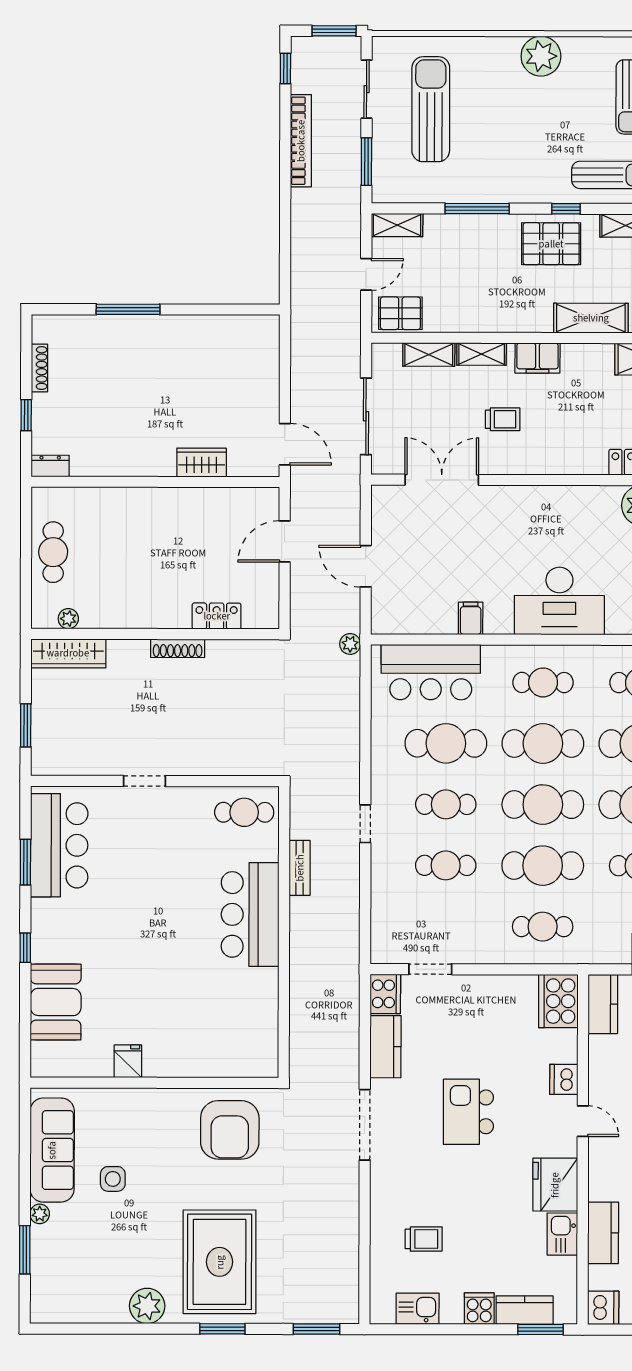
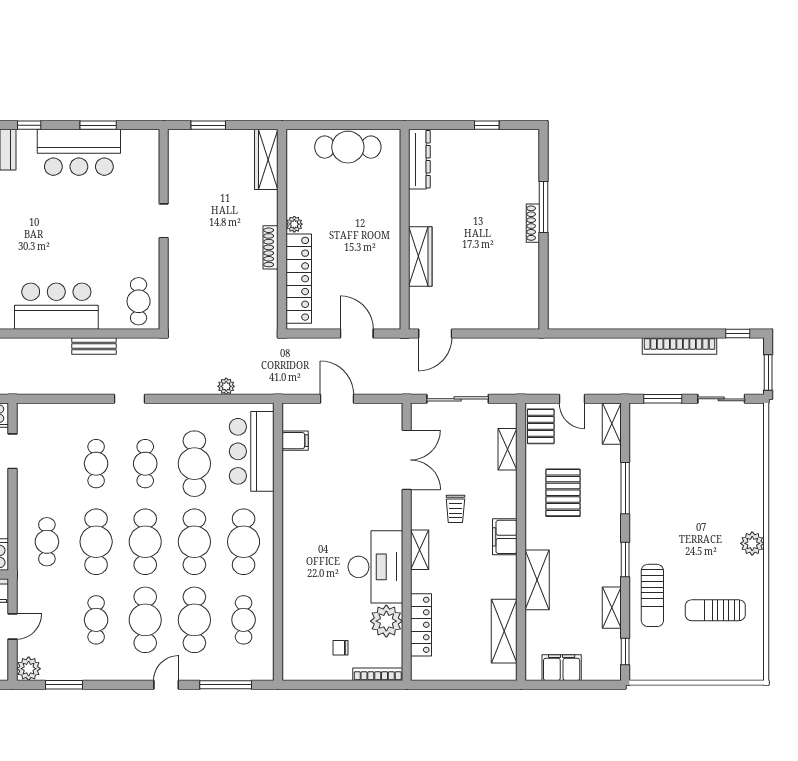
plant: (541, 56) -> (752, 543), width x0.73, depth x0.73
sun lounger: (431, 109) -> (705, 451), removed
window: (566, 209) -> (625, 560), width x1.50
pallet: (551, 244) -> (563, 493), moved
shelving: (482, 354) -> (420, 550), moved
shoe rack: (39, 368) -> (533, 223), moved, turned 90
window: (26, 415) -> (487, 125), moved
wardrobe: (202, 462) -> (420, 256), width x1.50
dresser: (50, 466) -> (419, 159), width x1.96, depth x1.24
cafe table: (53, 552) -> (348, 147), width x1.37, depth x1.35
door: (366, 566) -> (337, 399), hinge flipped
desk: (559, 601) -> (375, 567), moved, turned 180
locker: (217, 616) -> (299, 279), width x2.16, depth x1.21
filing cabinet: (471, 618) -> (295, 441), moved
plant: (68, 619) -> (294, 224), moved
plant: (350, 644) -> (226, 386), moved
cafe table: (543, 682) -> (244, 542), width x1.37, depth x1.35
bar counter: (59, 845) -> (79, 152), moved

